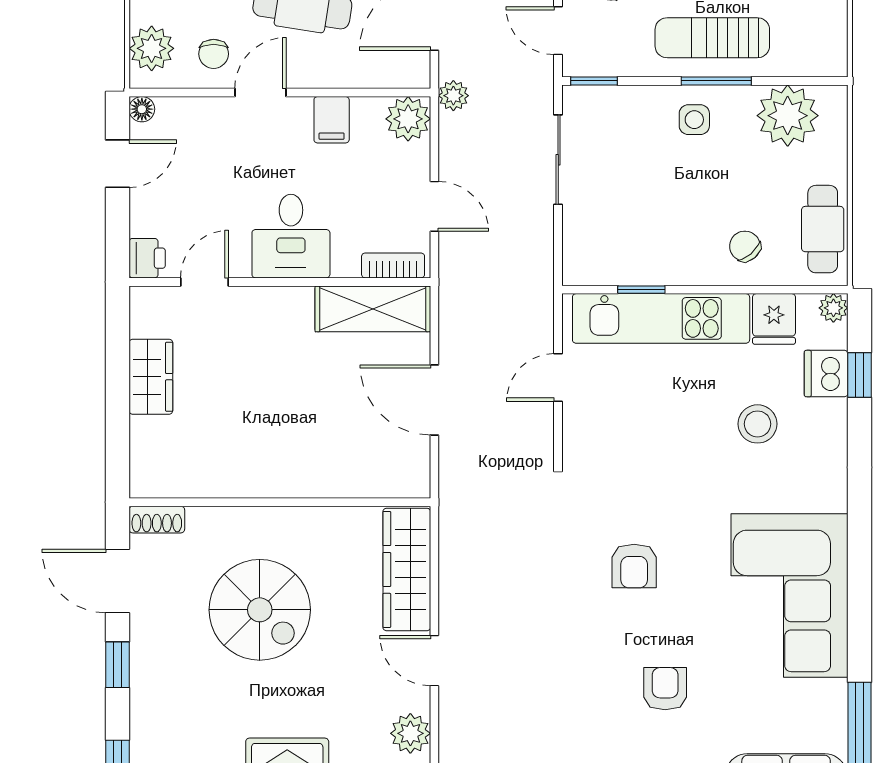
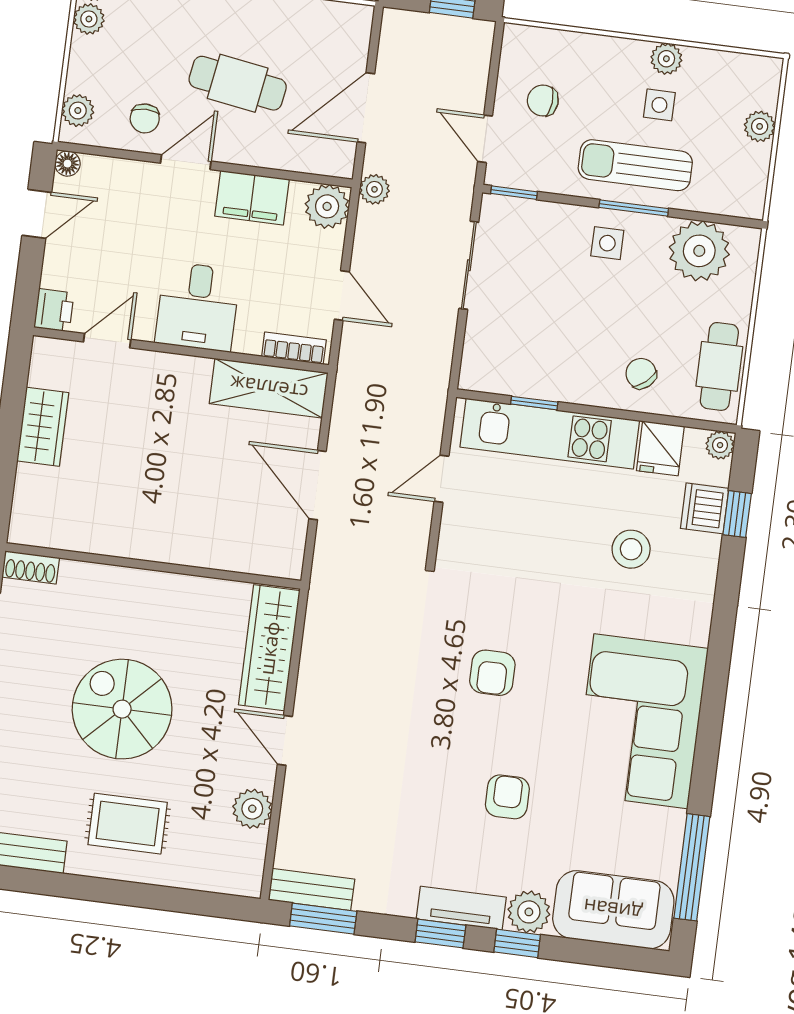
plant: (152, 48) -> (78, 111), width x0.73, depth x0.73
filing cabinet: (332, 120) -> (252, 198), width x2.00
spiral stairs: (260, 610) -> (122, 709), moved, turned 180

